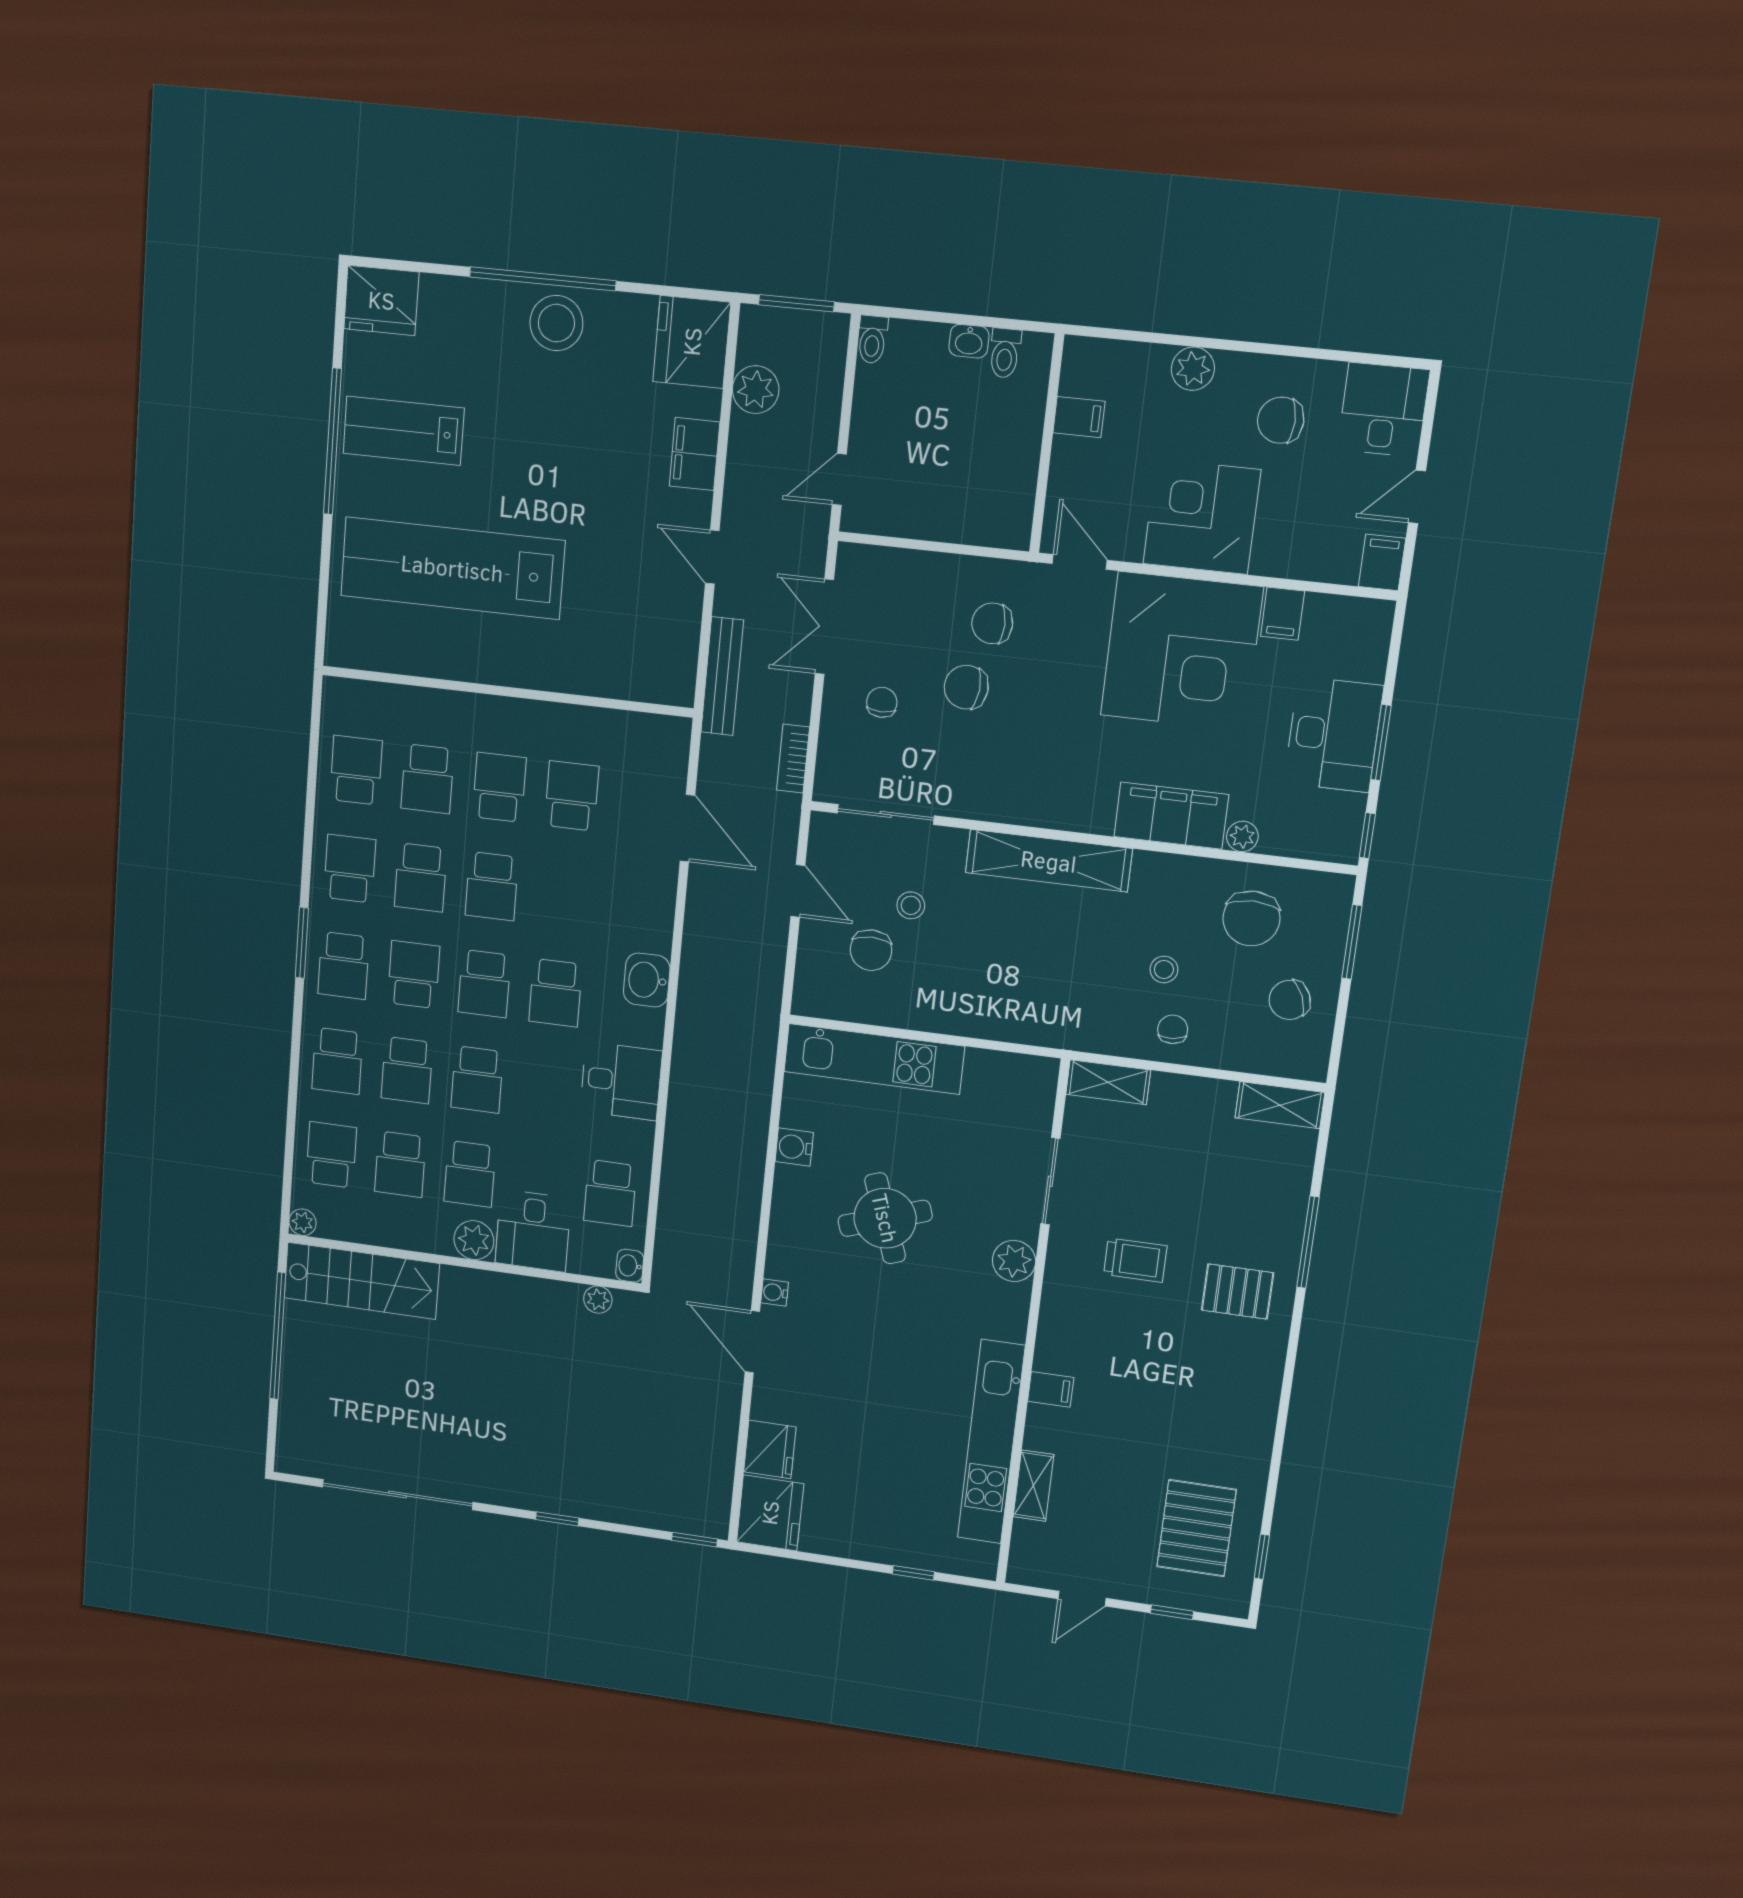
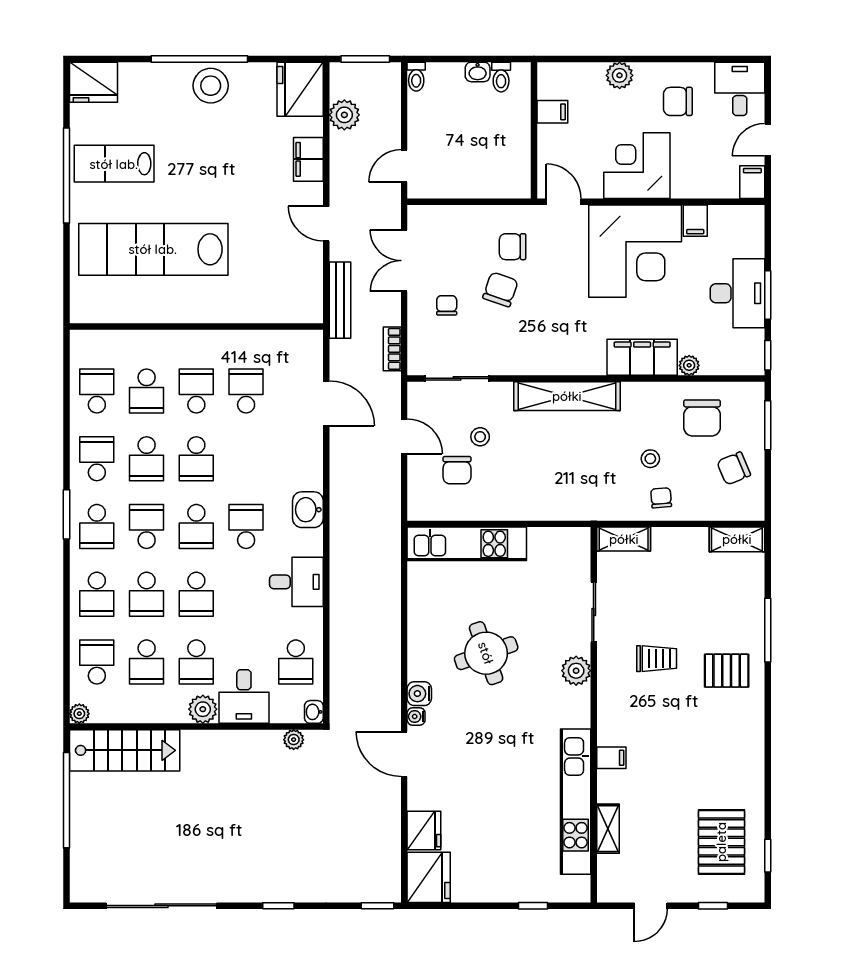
chair: (966, 687) -> (500, 289), turned 104
school desk: (555, 993) -> (246, 526), turned 180
water cooler: (794, 1147) -> (419, 694), moved

